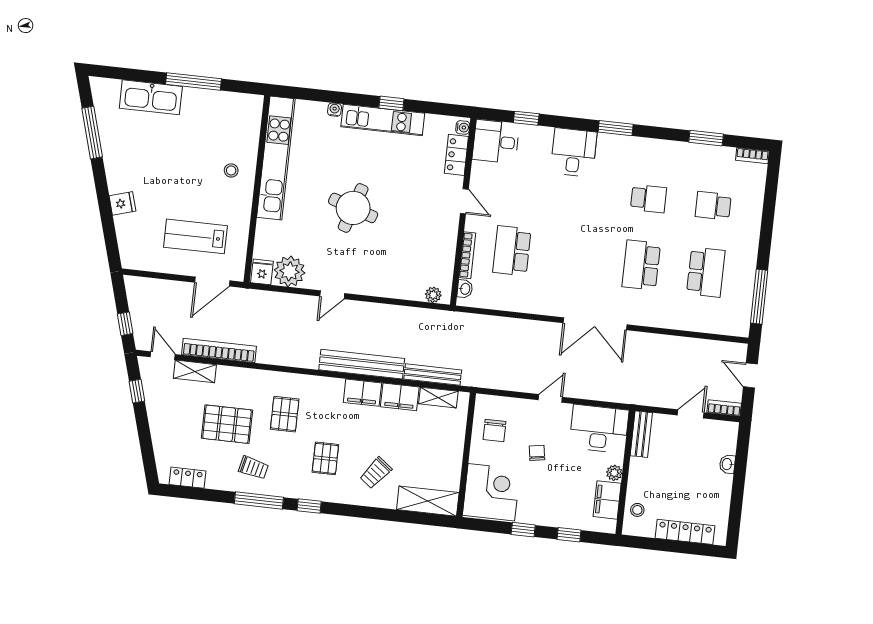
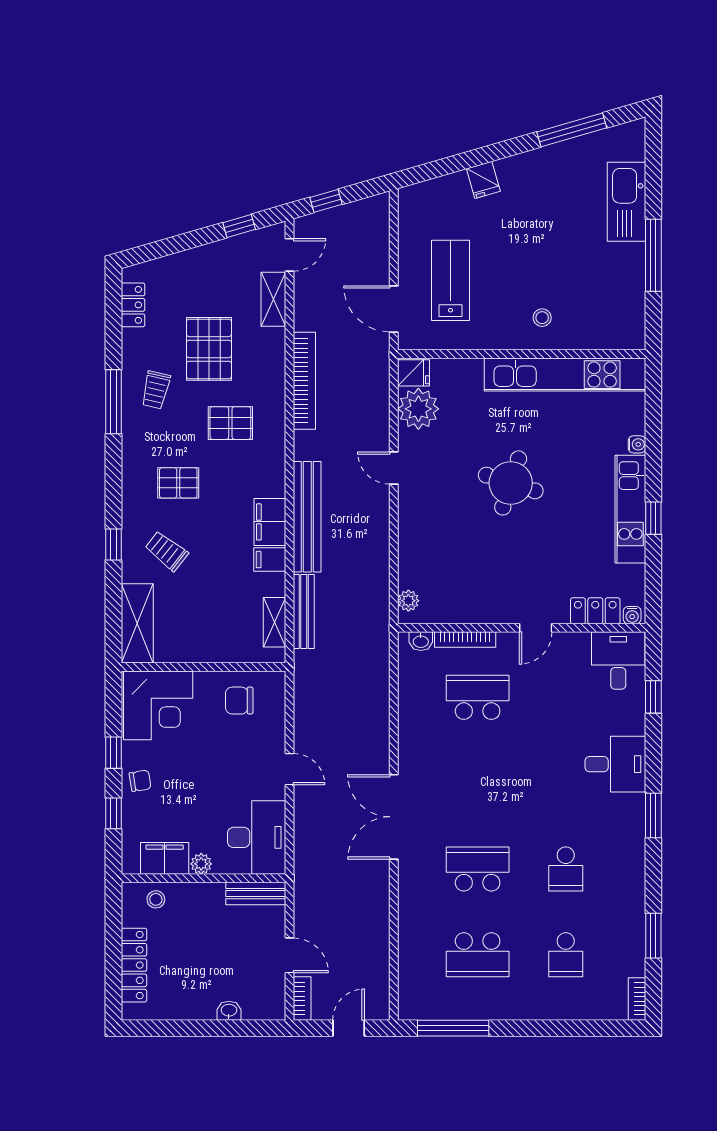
school desk: (713, 206) -> (566, 955), turned 180
bookcase: (219, 350) -> (304, 381), moved
filing cabinet: (400, 397) -> (270, 560), width x0.50
chair: (537, 453) -> (140, 781), moved
window: (309, 506) -> (113, 545), moved

